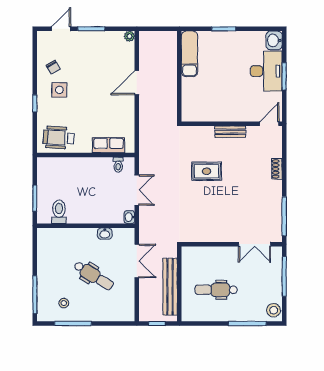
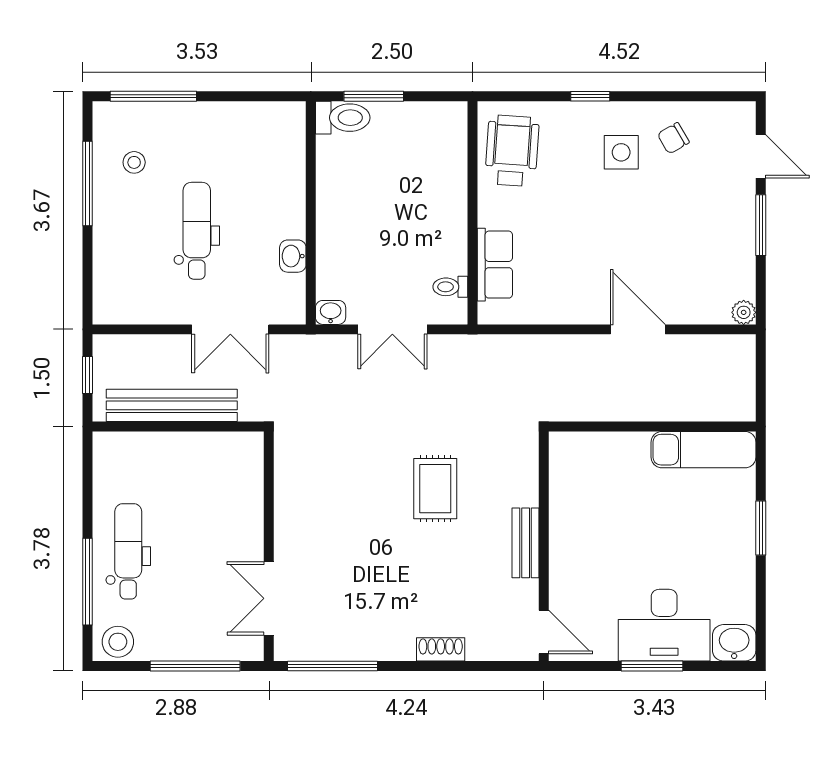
toilet: (59, 212) -> (343, 118), moved
dental chair: (94, 276) -> (197, 231), turned 148
dental chair: (216, 290) -> (128, 551), moved

